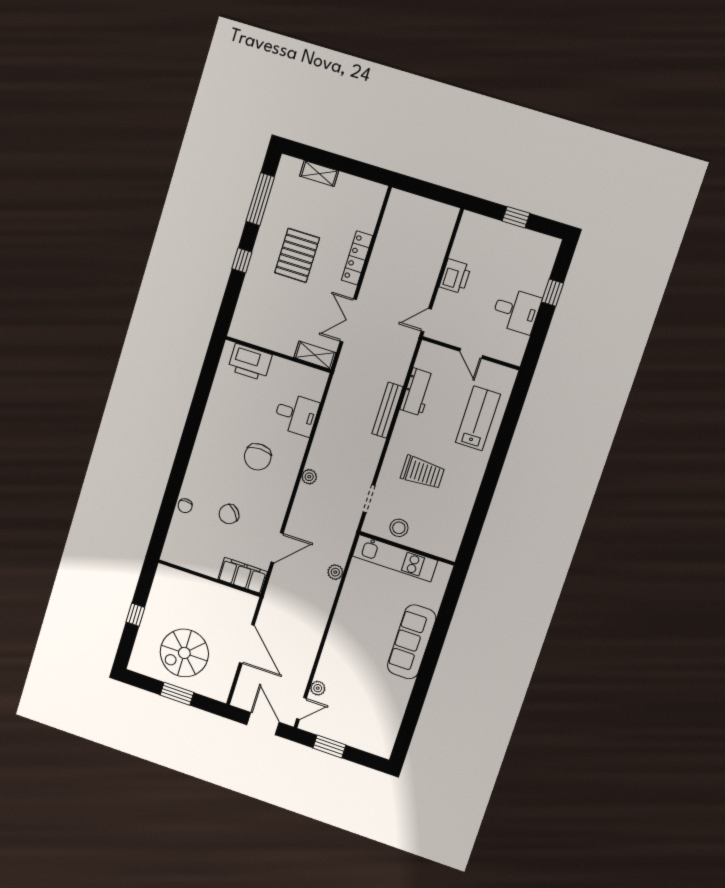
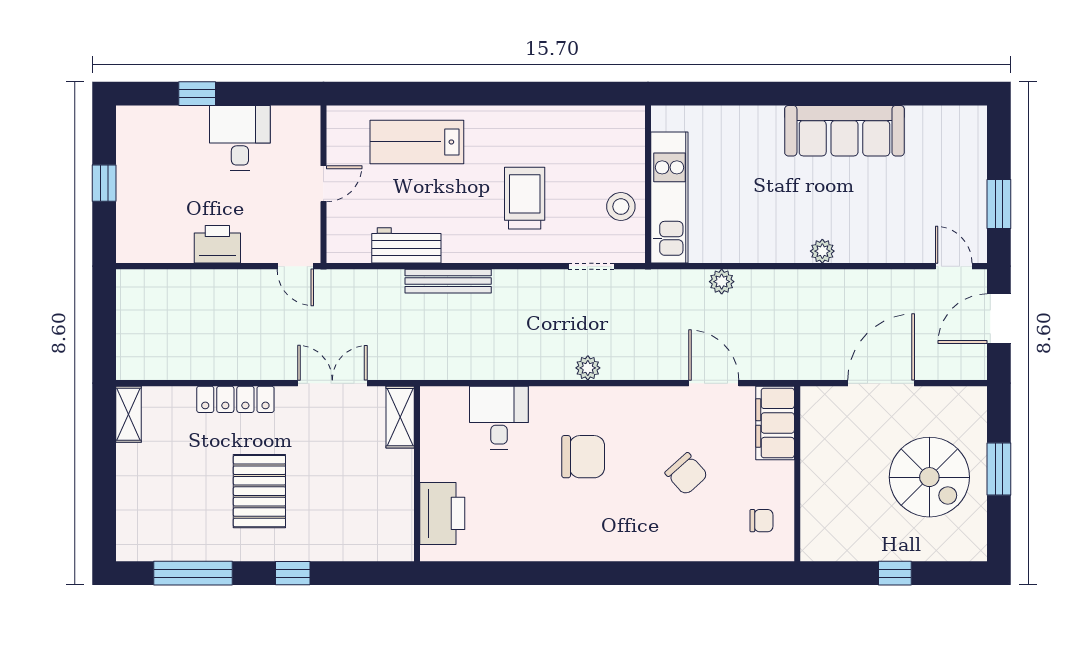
shelving: (319, 174) -> (129, 414), moved
pallet: (297, 255) -> (259, 491), turned 90
double door: (348, 320) -> (332, 383), swing flipped
chair: (185, 506) -> (761, 521), moved
sofa: (412, 642) -> (844, 131), moved
plant: (318, 688) -> (822, 251), moved

